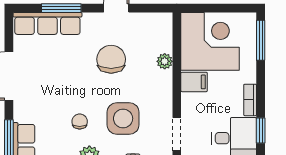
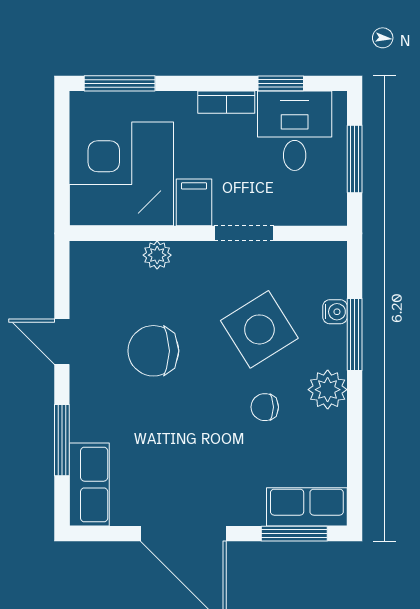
row of seats: (47, 23) -> (89, 485), width x0.68
side table: (123, 118) -> (259, 329), turned -32
doorway: (177, 134) -> (244, 233), moved

